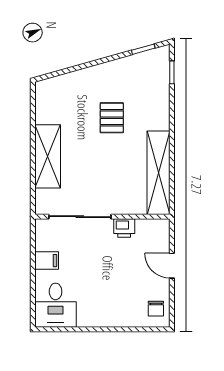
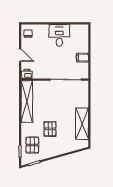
pallet: (147, 85) -> (32, 145), added
shelving: (48, 156) -> (82, 124), moved
printer: (124, 228) -> (27, 74), moved
desk: (56, 305) -> (59, 35), moved

